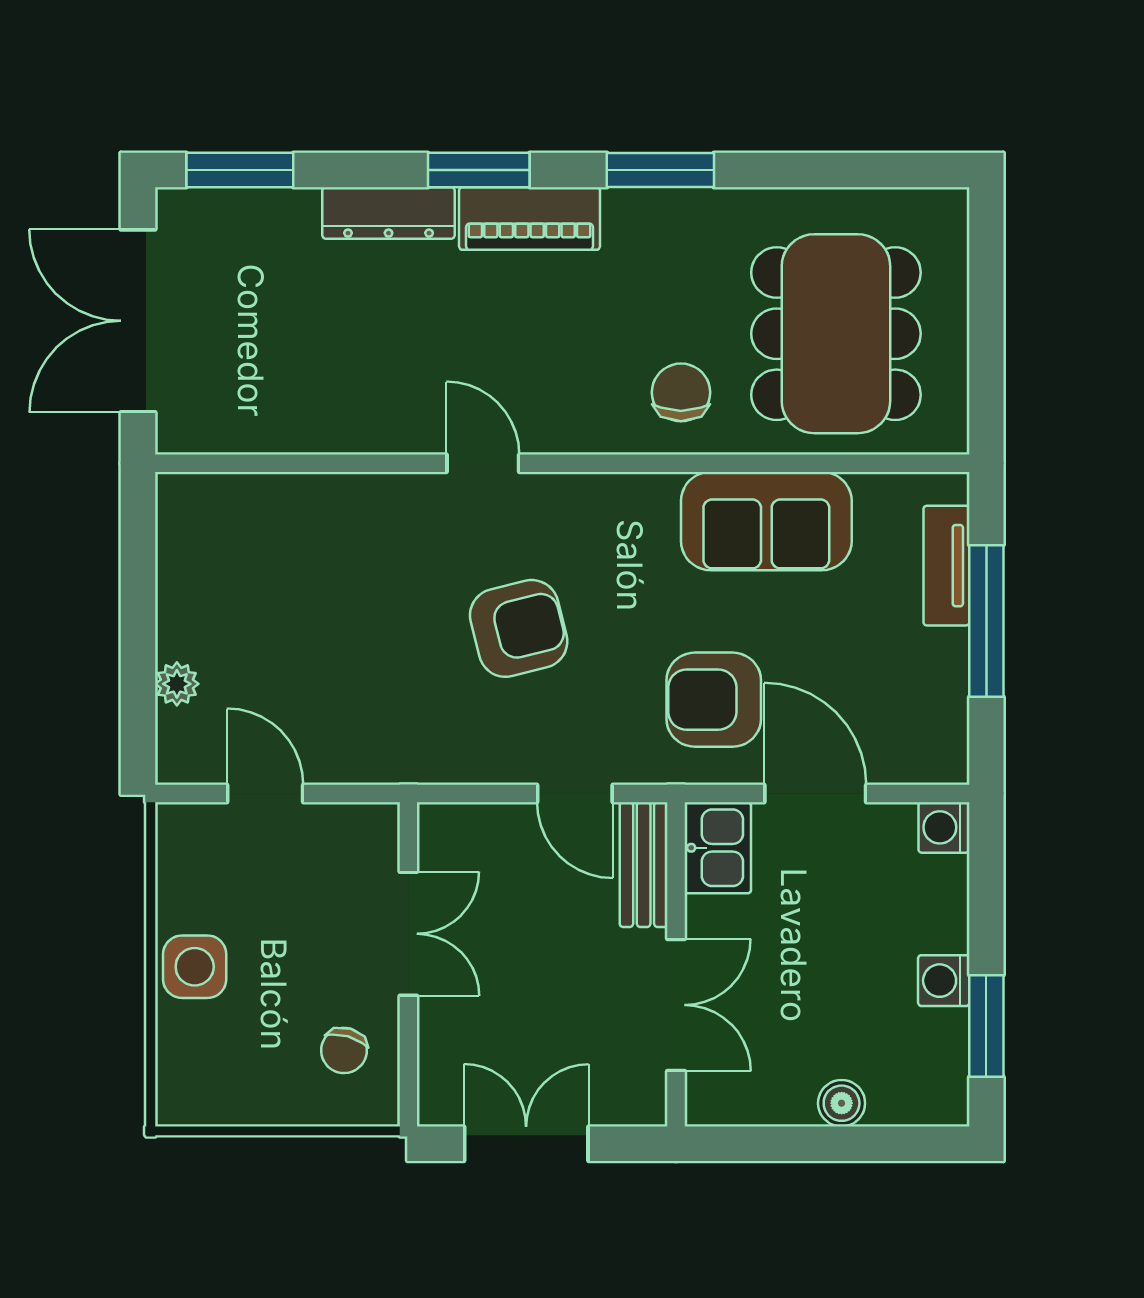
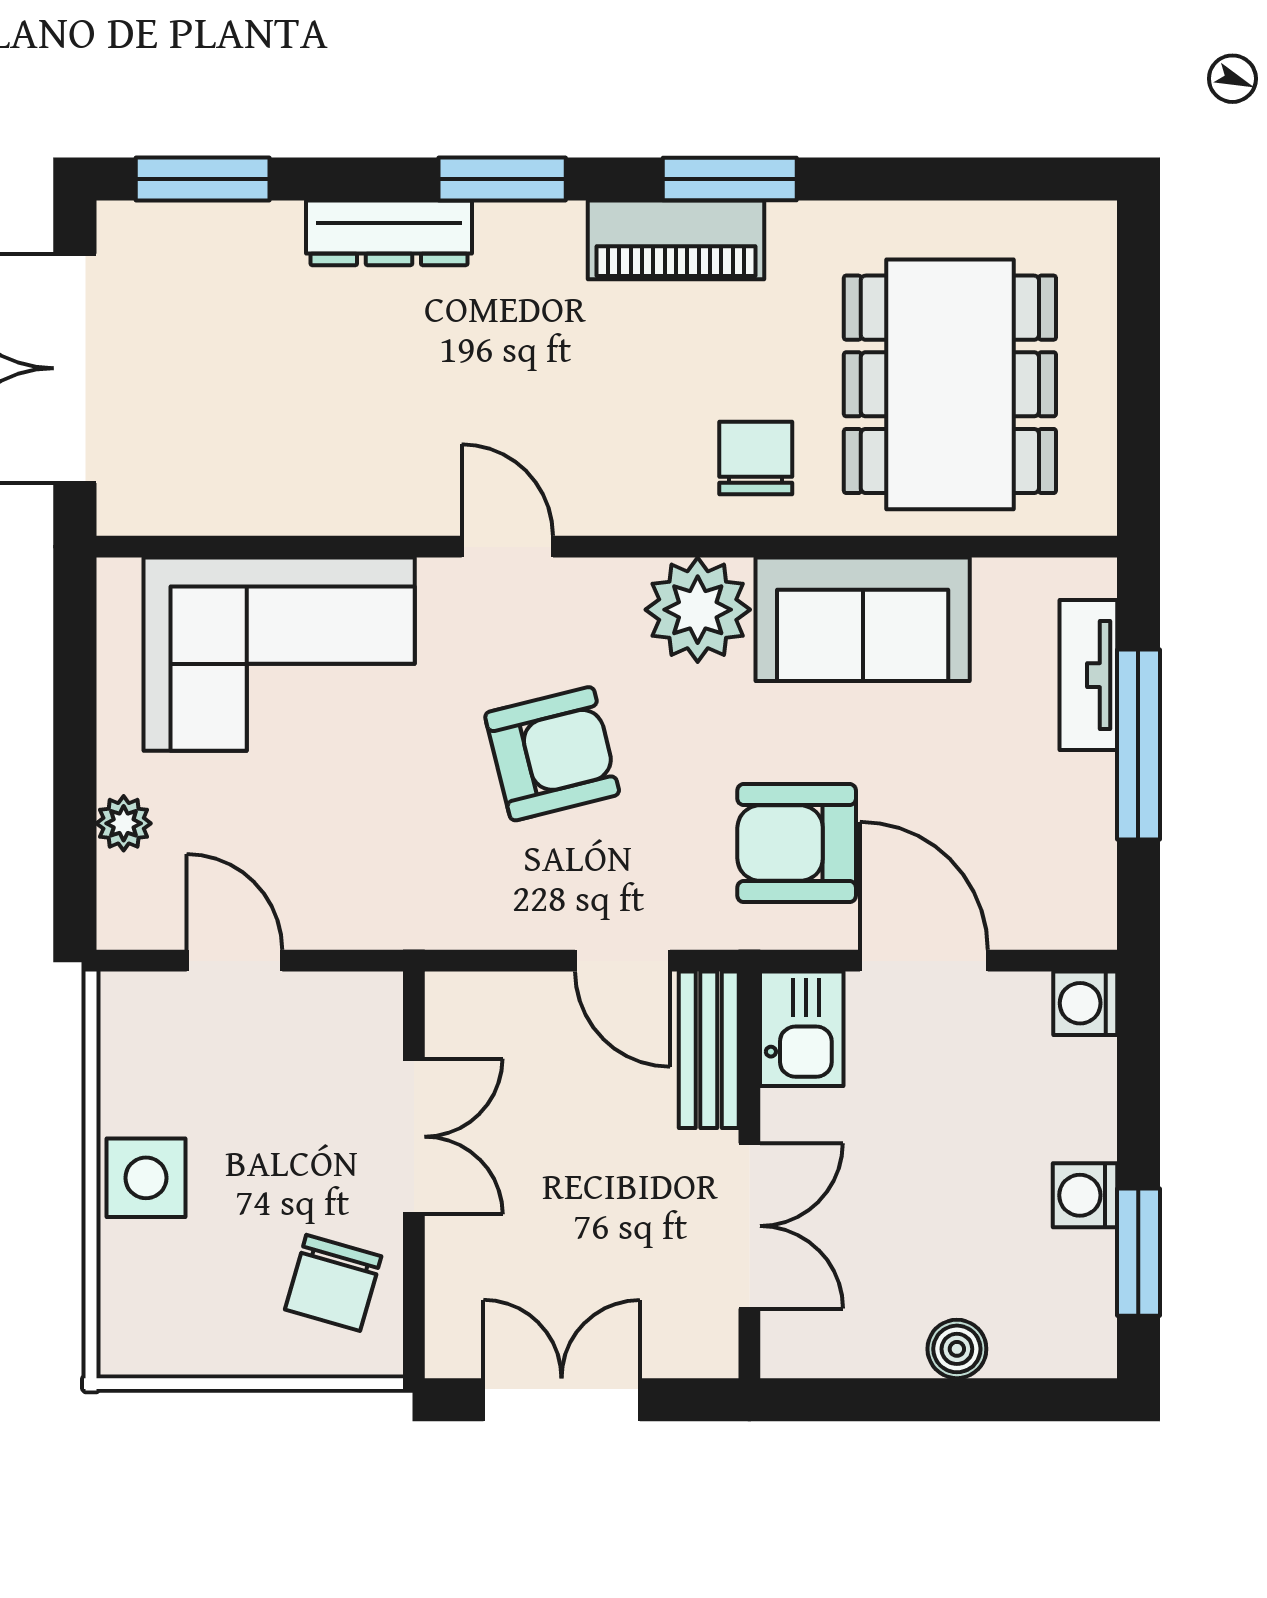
piano: (529, 218) -> (676, 240), moved
plant: (635, 513) -> (698, 610), added
corner sofa: (301, 549) -> (279, 654), added
chair: (344, 1050) -> (333, 1283), width x1.37, depth x1.37

